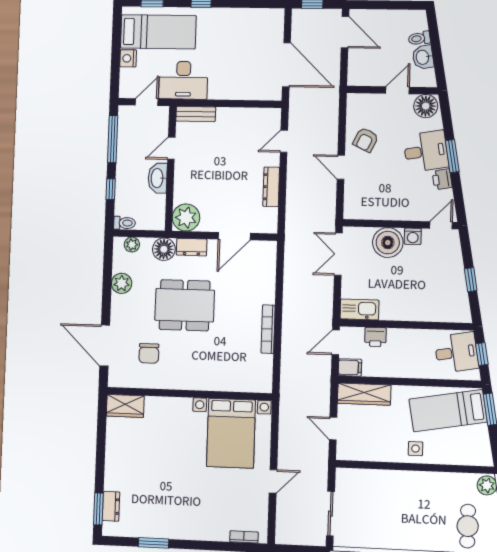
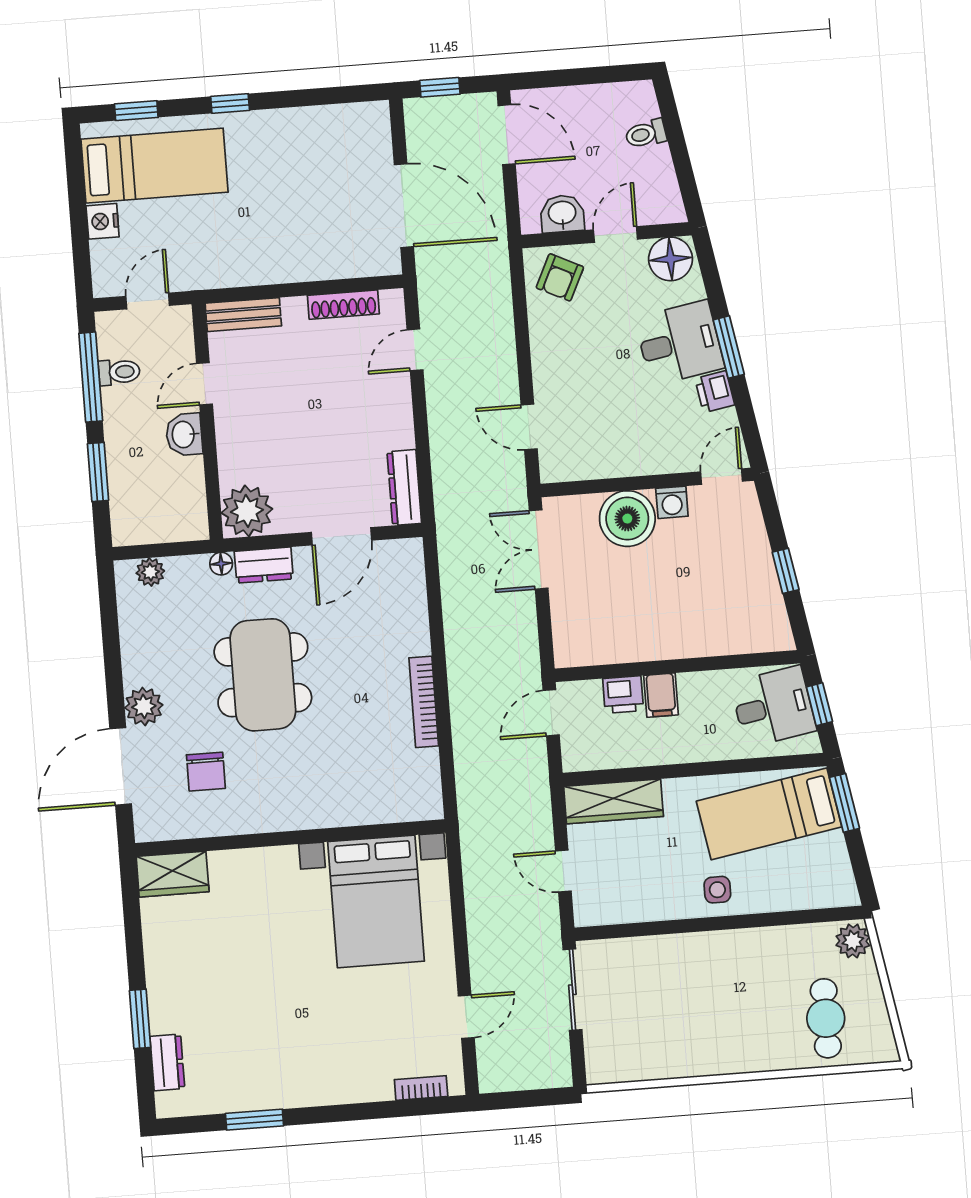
washbasin: (423, 57) -> (562, 214), moved, turned 100
desk: (183, 80) -> (213, 253), removed
shoe rack: (249, 114) -> (343, 305), added
armchair: (366, 140) -> (560, 277), moved
door: (341, 167) -> (529, 427), moved
washbasin: (158, 178) -> (184, 434), width x0.72
dresser: (271, 187) -> (404, 488), moved
window: (111, 189) -> (98, 472), width x1.50
toilet: (124, 223) -> (119, 372), moved
floor lamp: (164, 249) -> (221, 564), width x0.53, depth x0.53
plant: (122, 283) -> (144, 706), moved
dining table: (185, 305) -> (263, 675), turned 90
kitchen sink: (359, 309) -> (588, 647), removed
door: (105, 346) -> (121, 766), hinge flipped
filing cabinet: (350, 367) -> (661, 695), moved, turned 90
door: (273, 481) -> (466, 1017), moved
window: (98, 509) -> (140, 1019), moved
sliding door: (330, 514) -> (572, 990), moved

